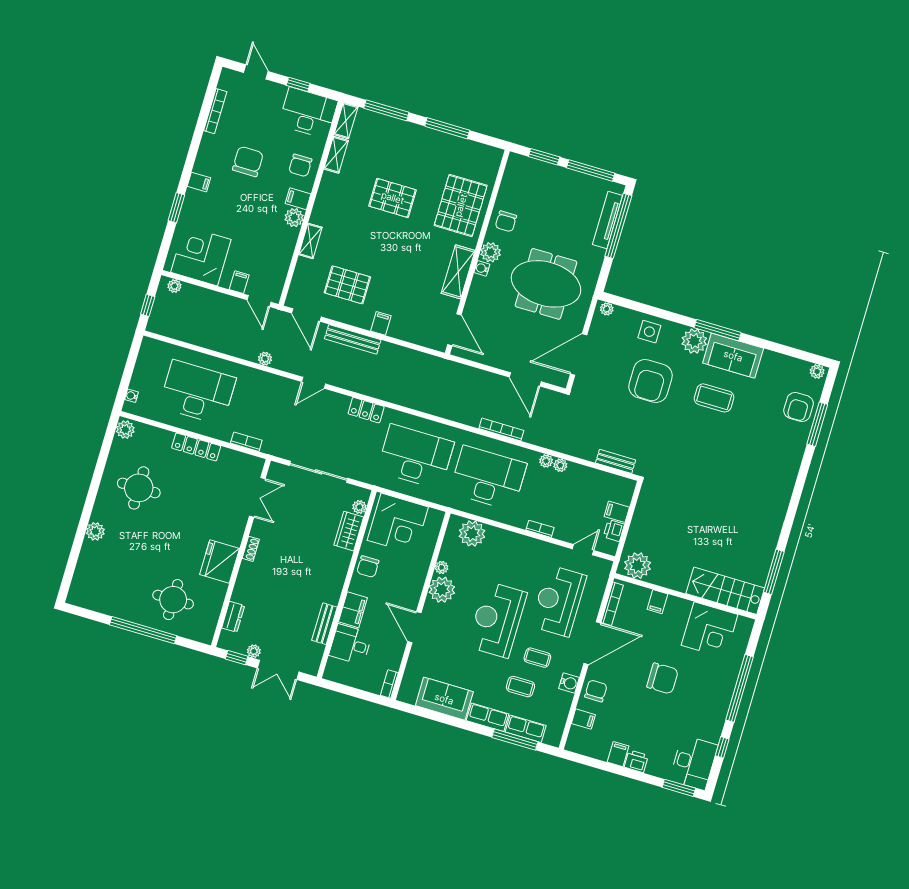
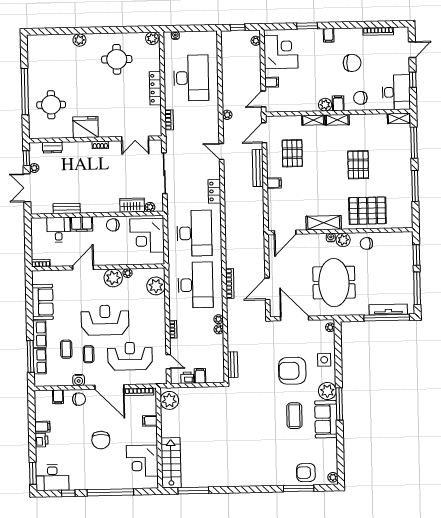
shelving: (336, 155) -> (337, 120), moved

